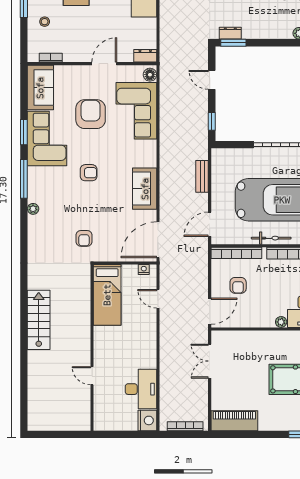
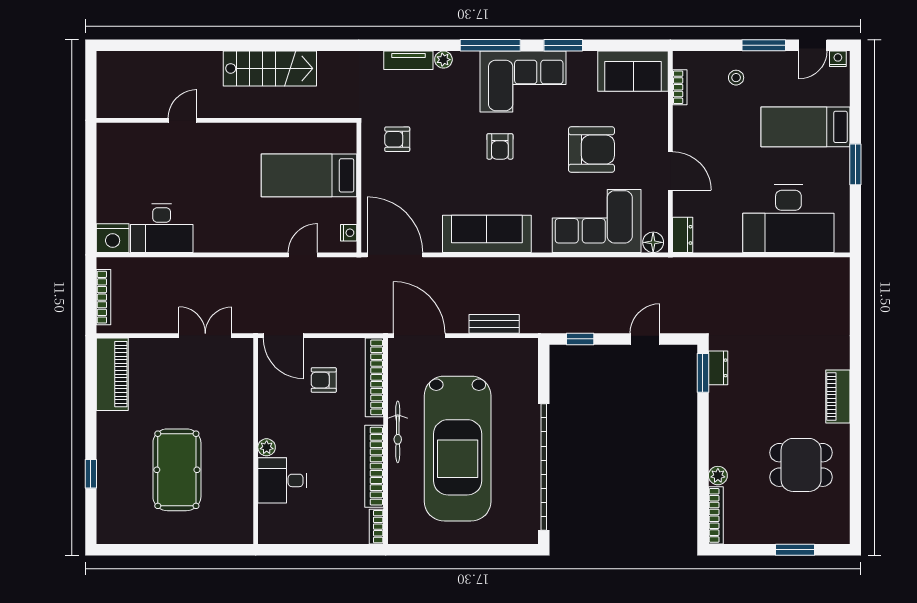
corner sofa: (47, 139) -> (523, 81), moved
sofa: (145, 189) -> (487, 234), width x1.36
door: (210, 224) -> (419, 336), width x1.36
tv unit: (33, 231) -> (408, 60), added
wall: (92, 348) -> (227, 120), moved
door: (92, 376) -> (183, 120), moved

